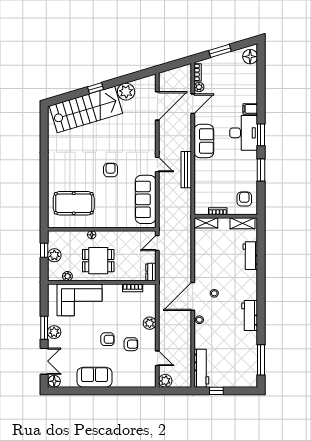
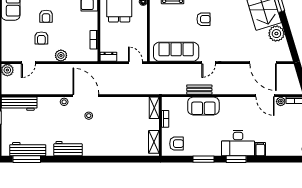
sofa: (204, 141) -> (203, 106), moved
bench: (186, 170) -> (199, 90), width x0.73
workbench: (250, 256) -> (28, 149), moved, width x1.37

